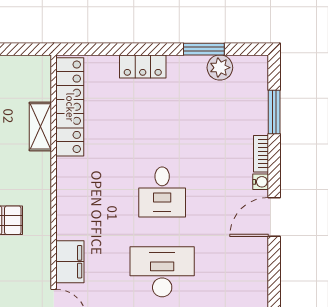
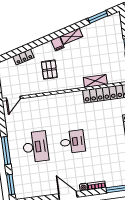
desk: (162, 192) -> (72, 142), turned 180
filing cabinet: (70, 262) -> (34, 103), removed

